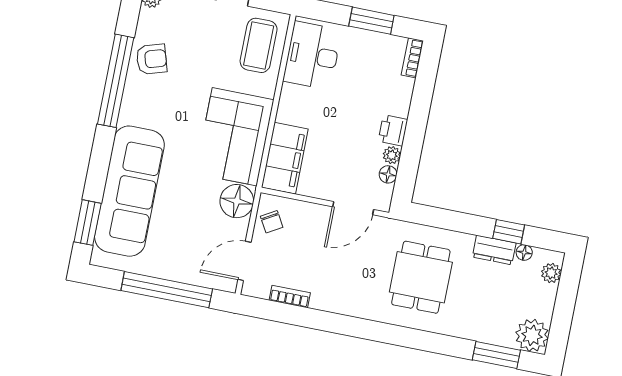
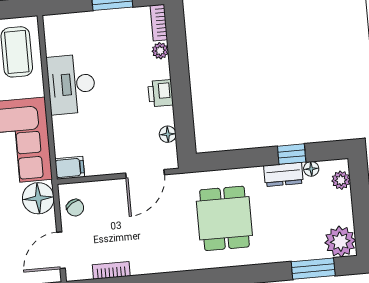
desk: (312, 55) -> (71, 84), moved
plant: (392, 155) -> (160, 51), moved
filing cabinet: (285, 158) -> (70, 168), width x0.33, depth x0.86

